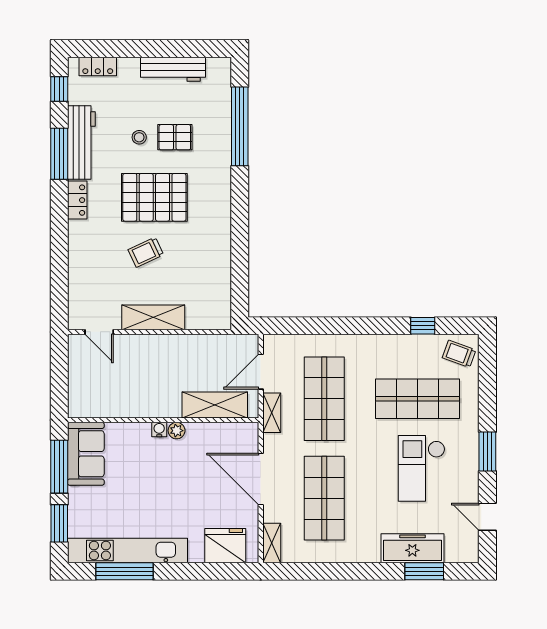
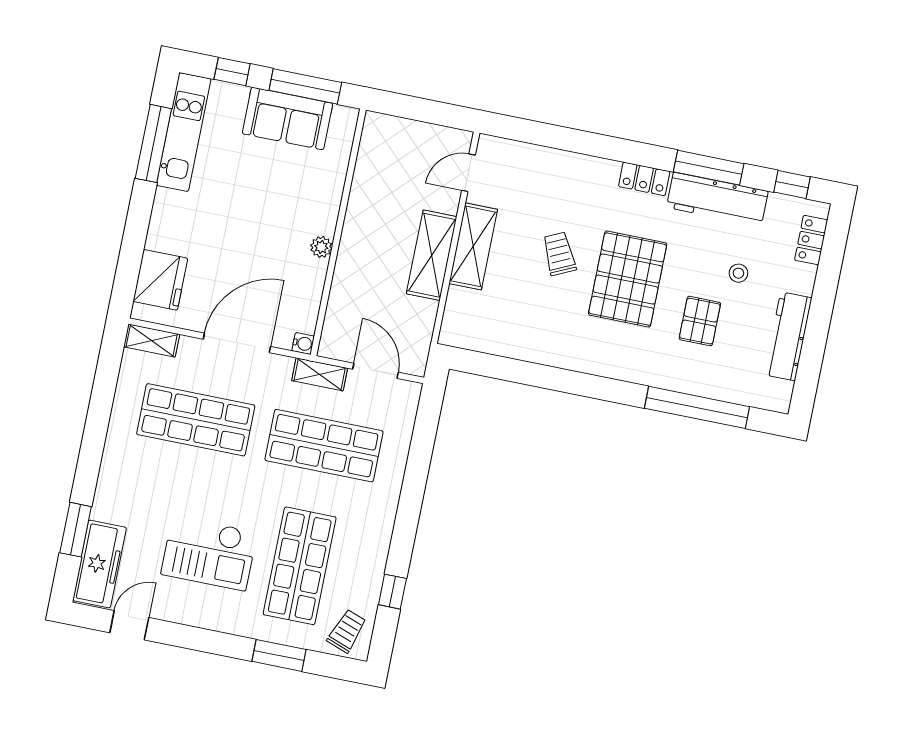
stool: (139, 137) -> (738, 273), moved
shelving: (215, 405) -> (432, 255), moved
water cooler: (159, 430) -> (303, 343), moved
window: (487, 451) -> (279, 655), moved
sofa: (86, 454) -> (287, 118), moved
checkout: (422, 468) -> (209, 553), turned 180
window: (59, 523) -> (232, 72), width x0.67
freezer: (412, 548) -> (99, 564), moved
kitchen unit: (127, 550) -> (184, 132), width x0.73

